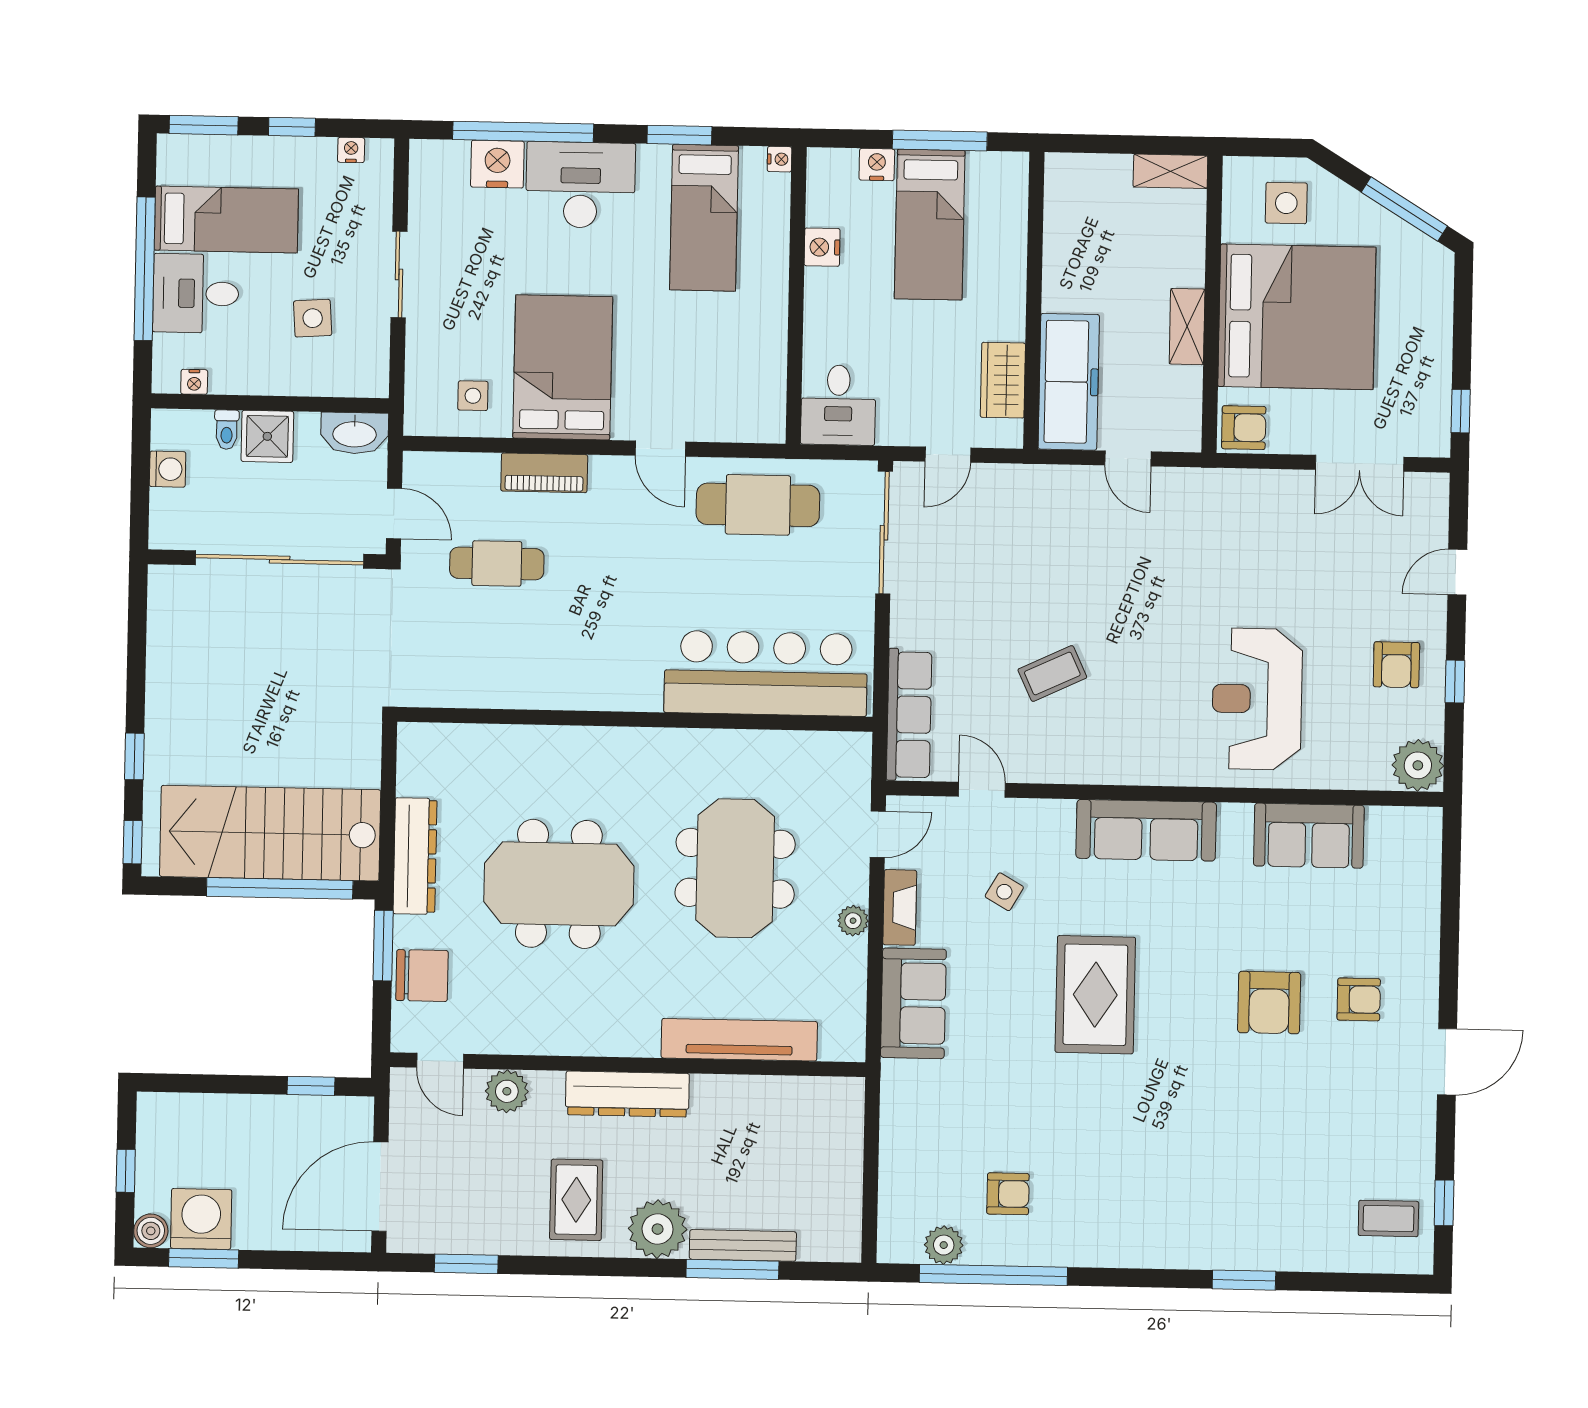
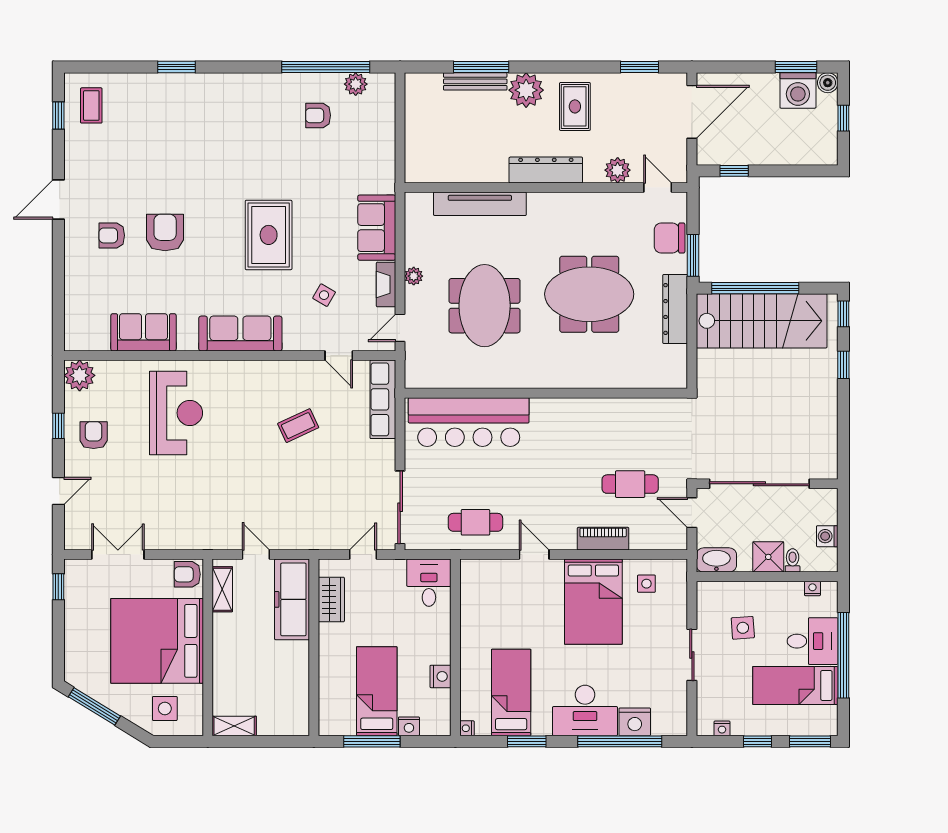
shelving: (1187, 327) -> (222, 589), moved
cafe table: (758, 505) -> (475, 522), width x0.73, depth x0.74
coffee table: (1388, 1218) -> (91, 105), turned 90

